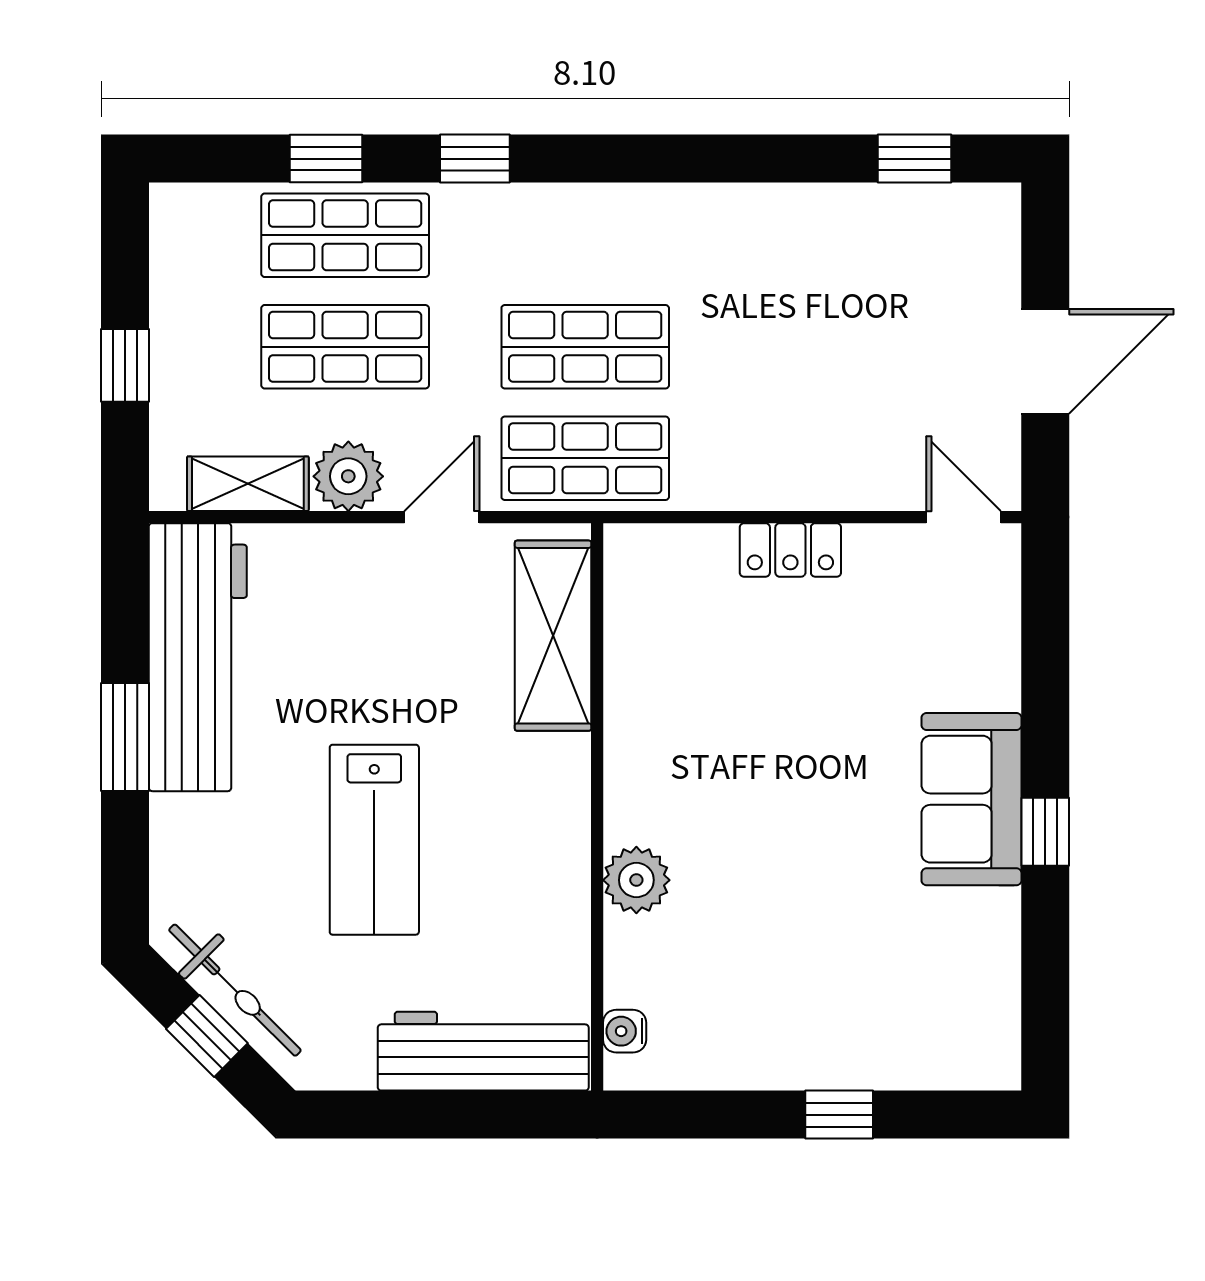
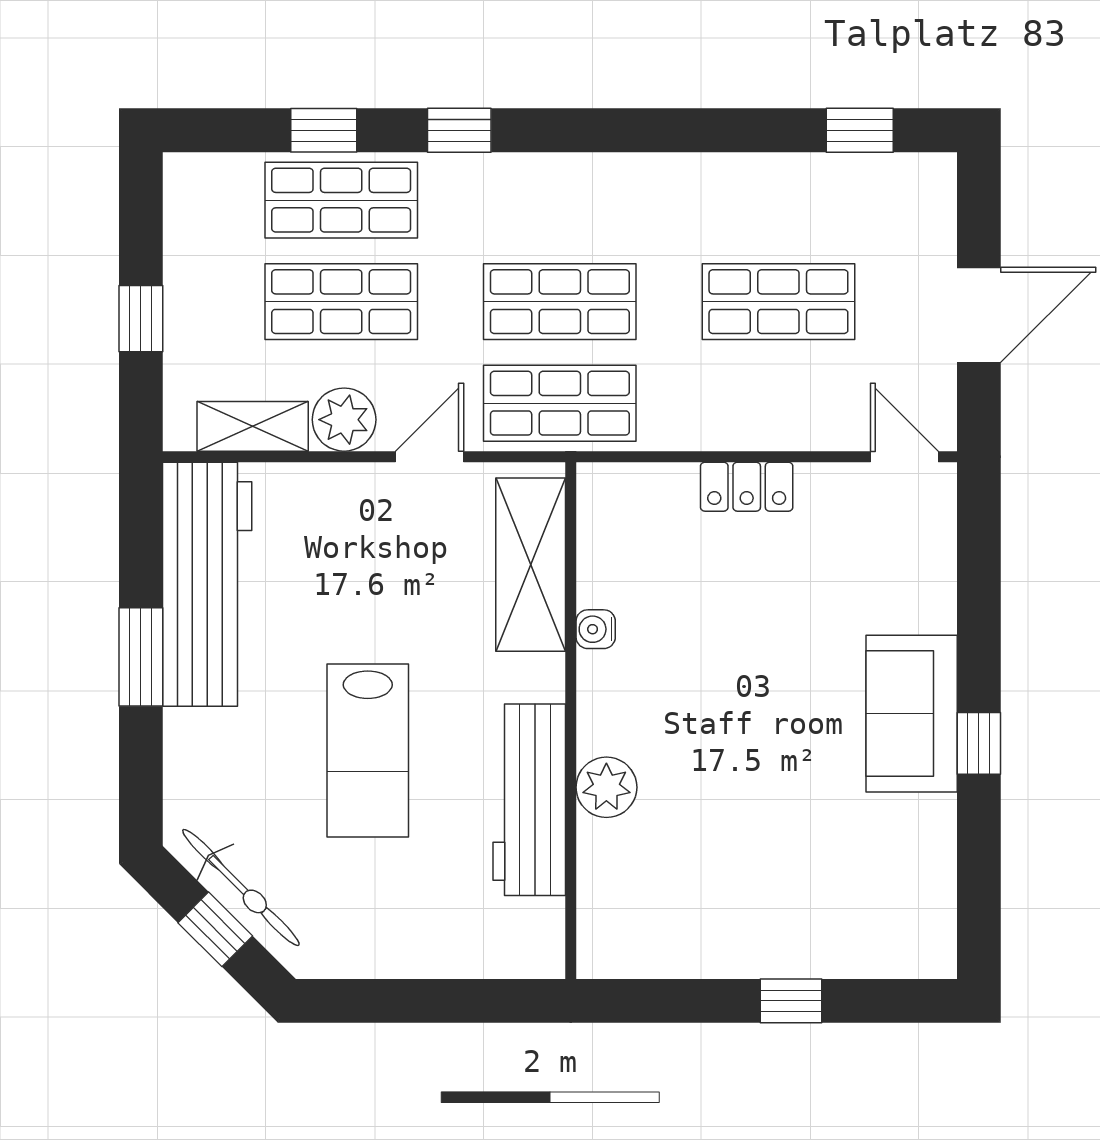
shop shelf: (825, 347) -> (778, 302), added
water cooler: (625, 1031) -> (596, 629), moved
workbench: (483, 1051) -> (529, 800), moved, turned -90

